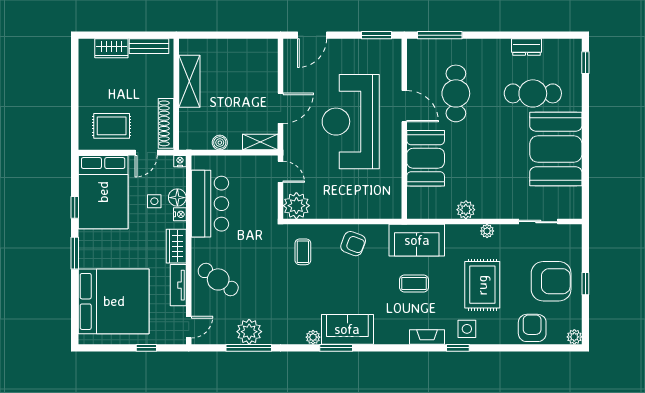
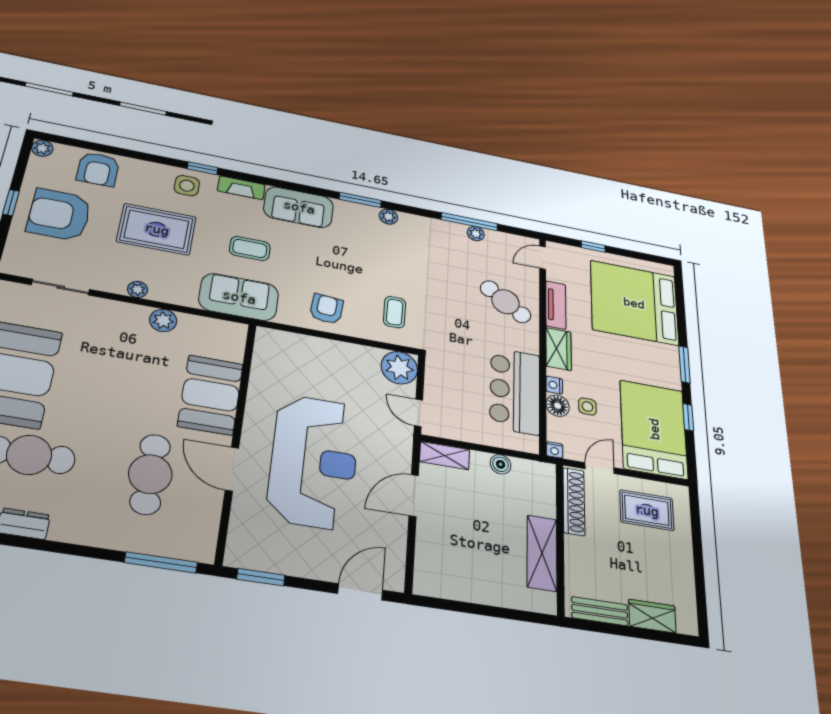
armchair: (353, 244) -> (326, 309), turned 74
rug: (482, 285) -> (157, 229), turned 90
sofa: (347, 329) -> (299, 207), moved
plant: (249, 332) -> (476, 234), width x0.53, depth x0.53

